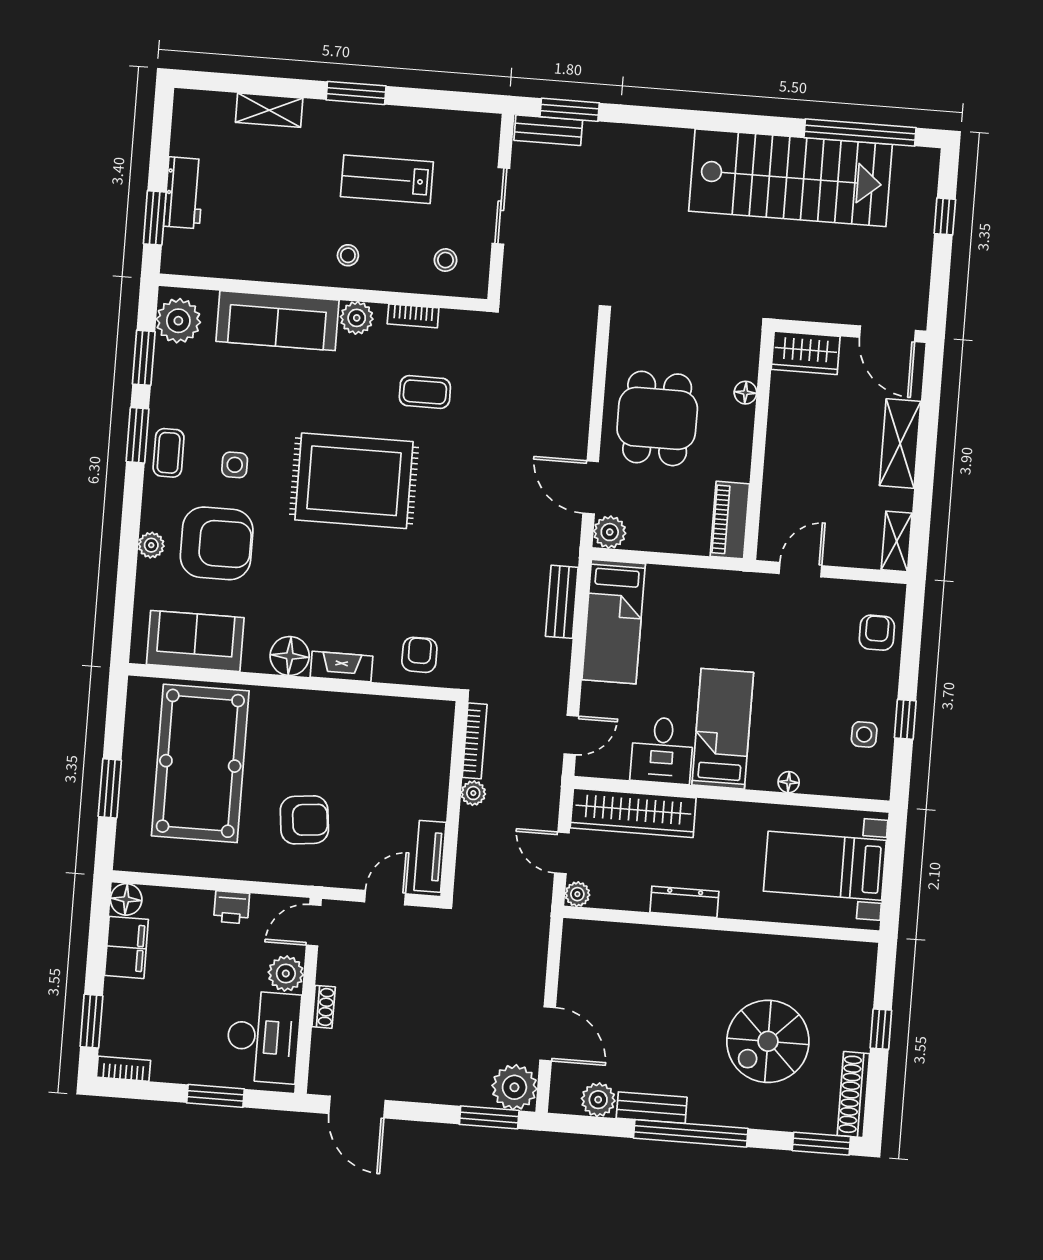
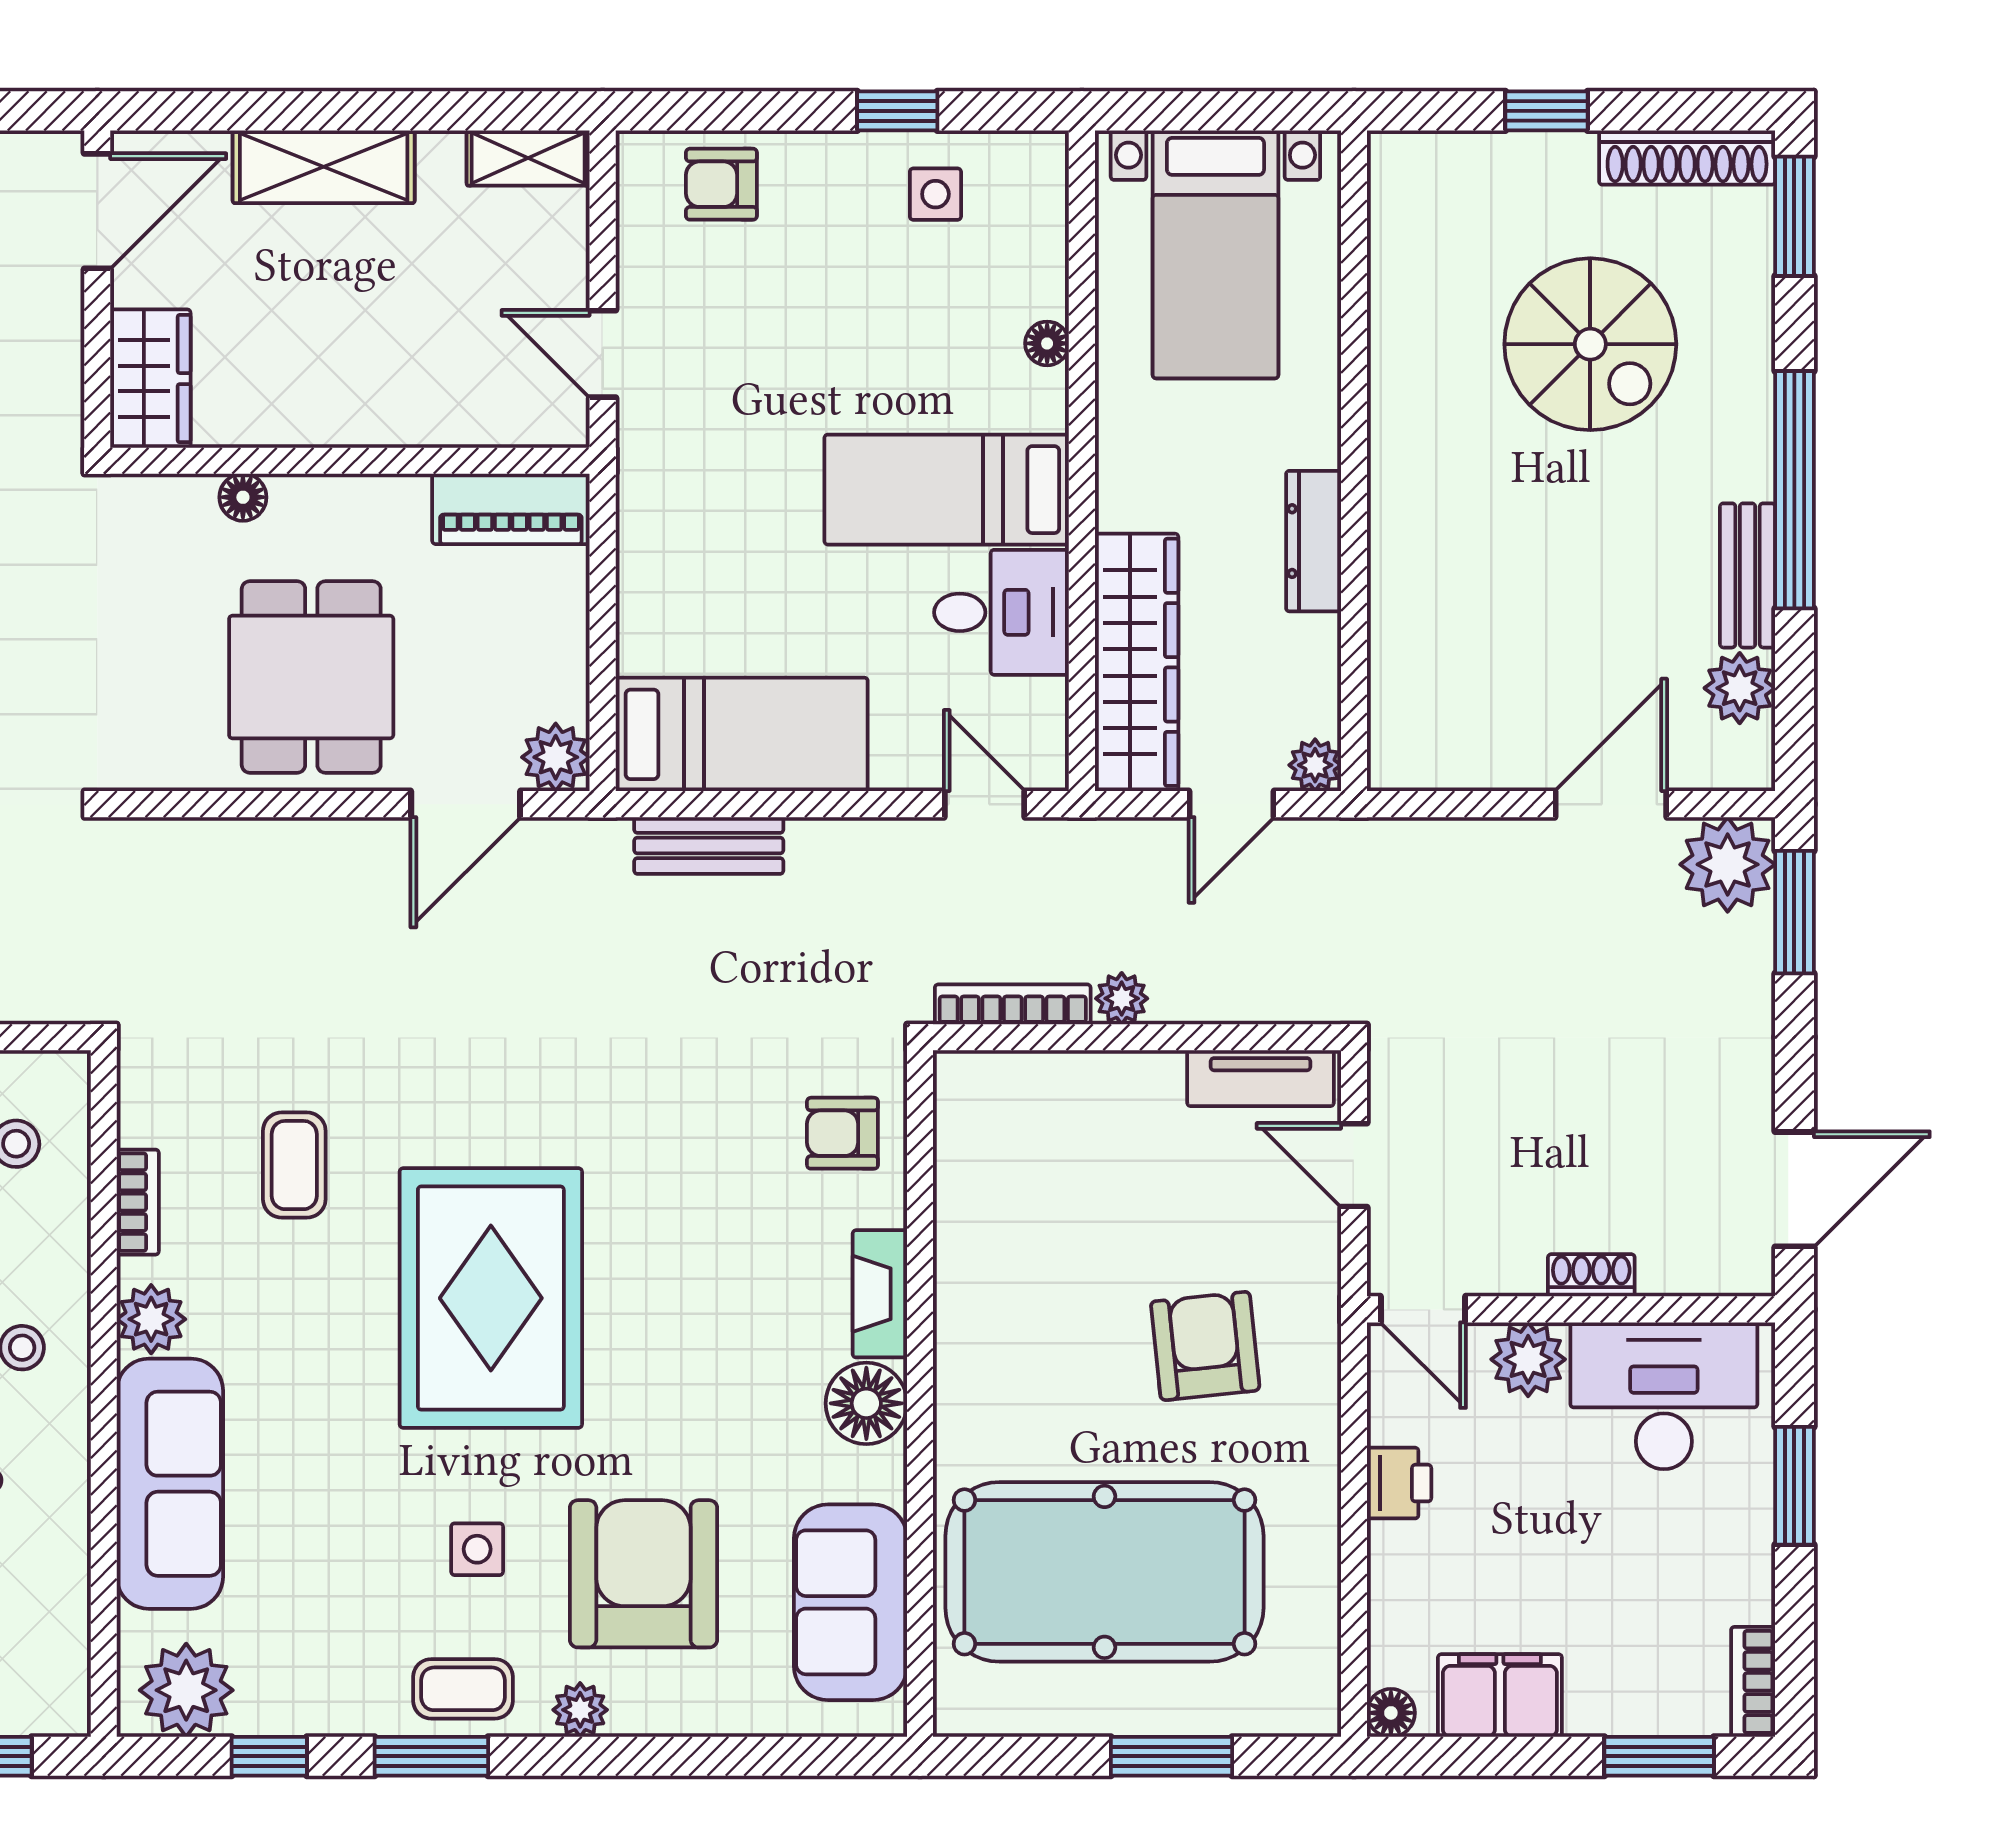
window: (144, 358) -> (269, 1756), width x0.67
dining table: (657, 418) -> (311, 677), turned 90
plant: (151, 545) -> (580, 1710), moved
floor lamp: (126, 899) -> (1391, 1713), width x0.73, depth x0.73

